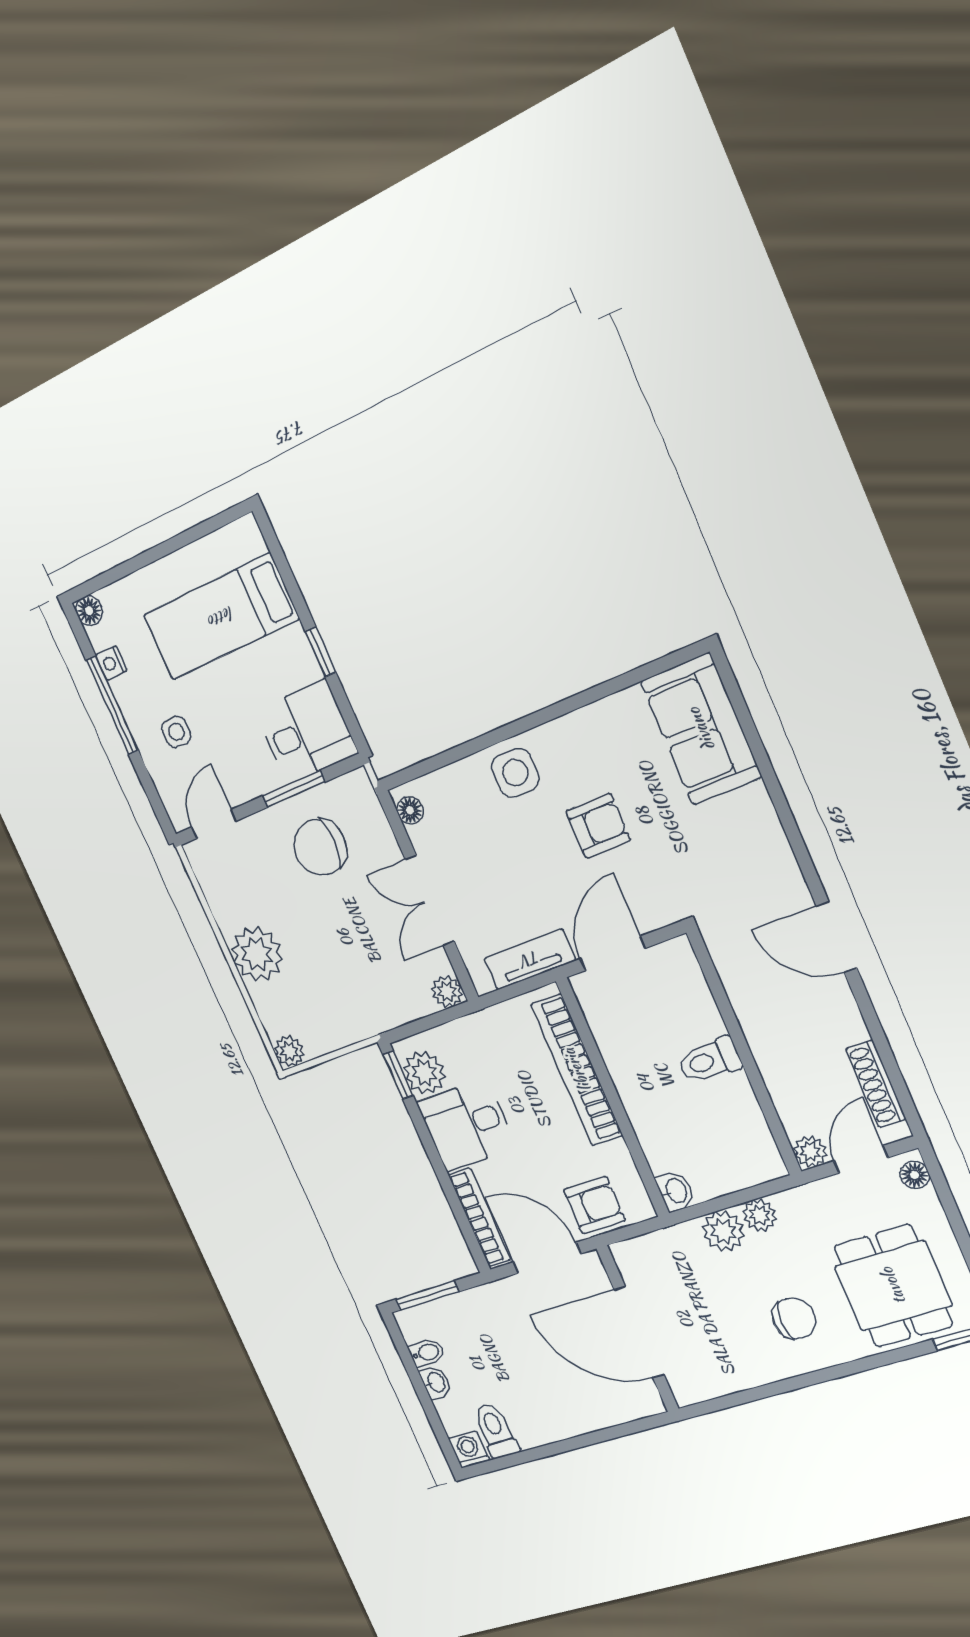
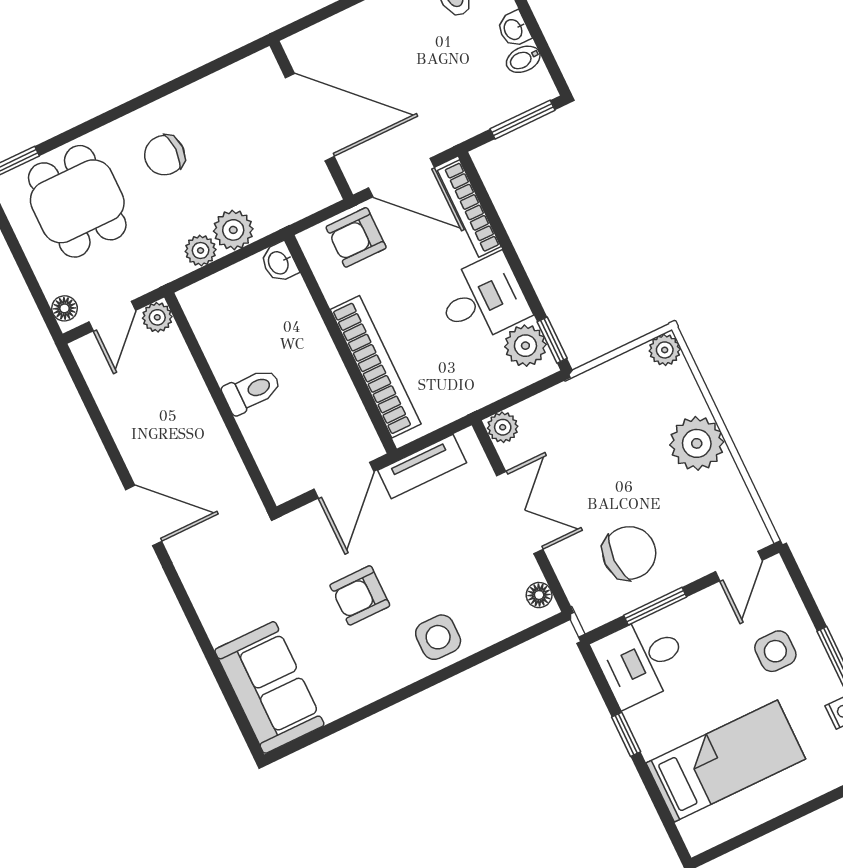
side table: (176, 732) -> (775, 651), width x1.37, depth x1.37
shoe rack: (876, 1084) -> (103, 387), removed

